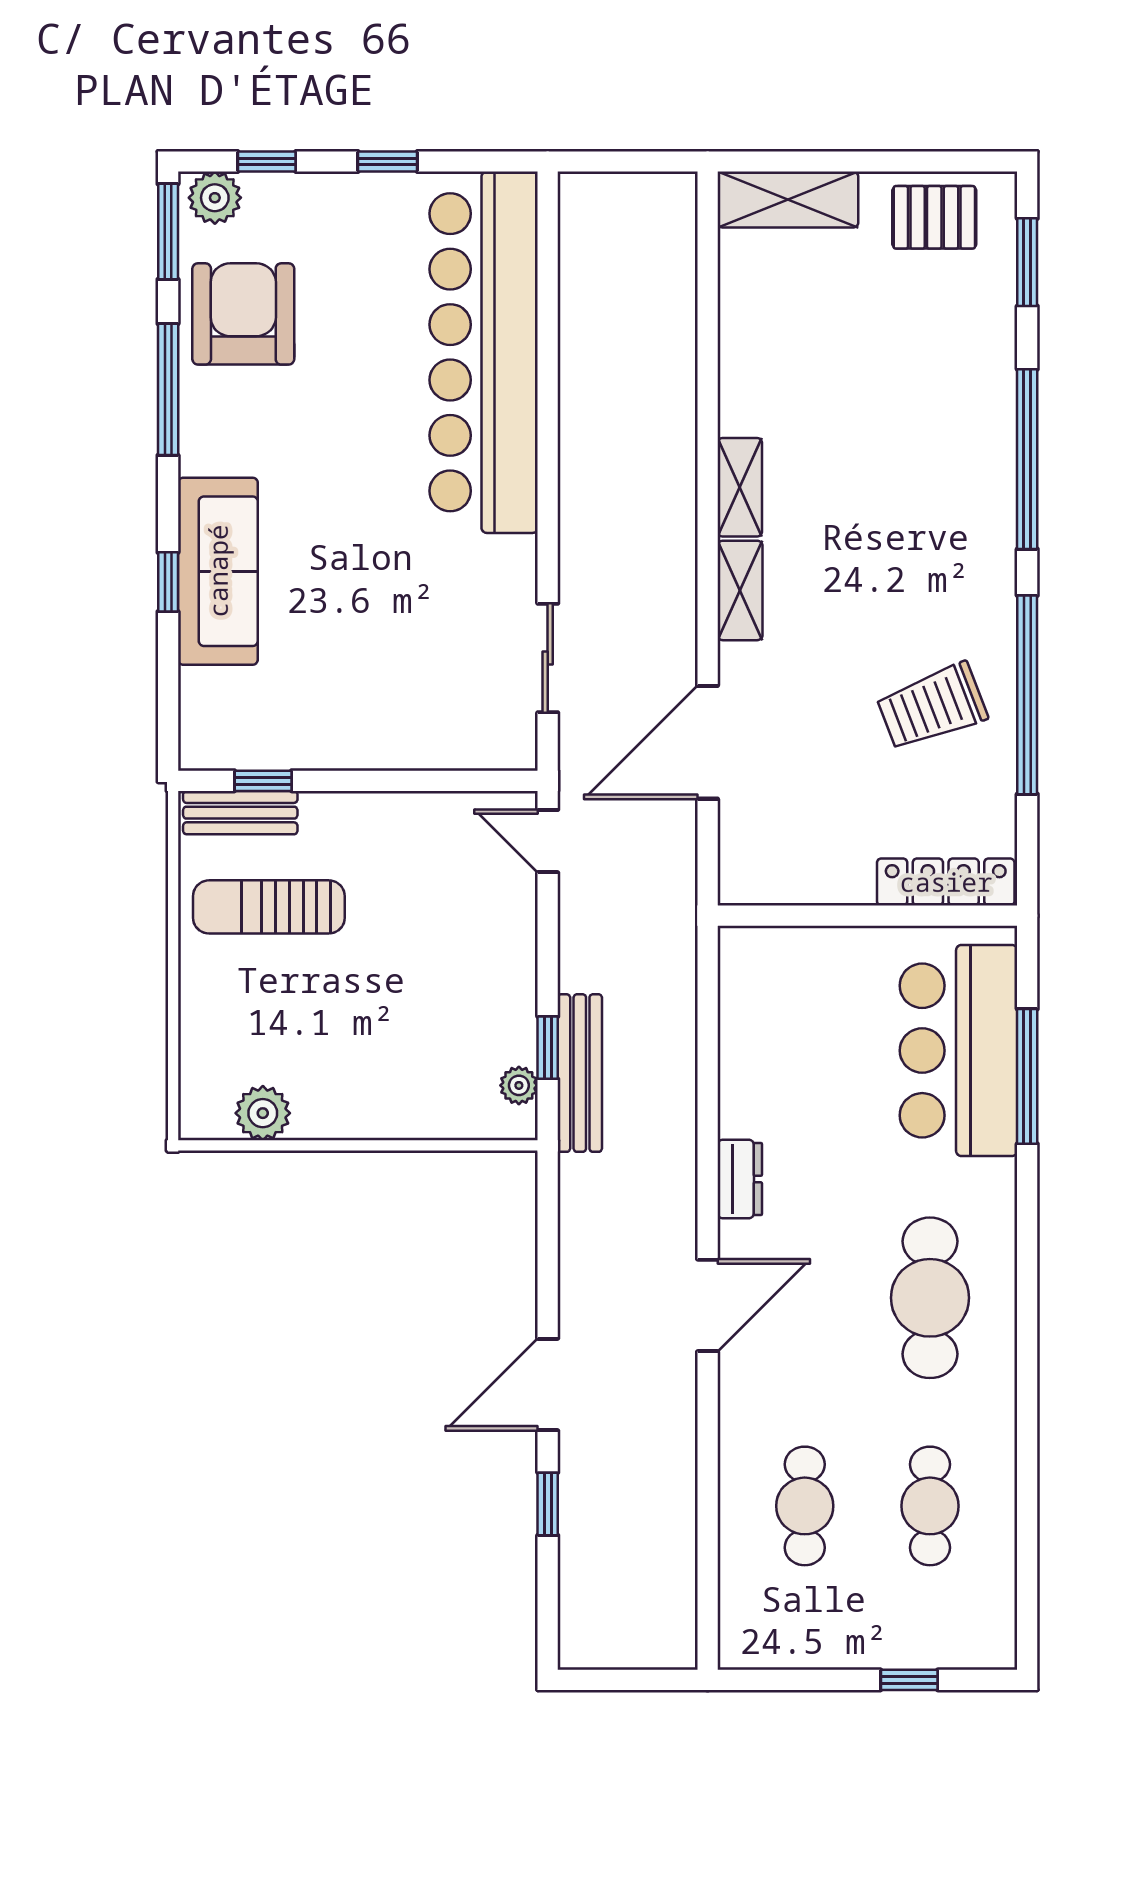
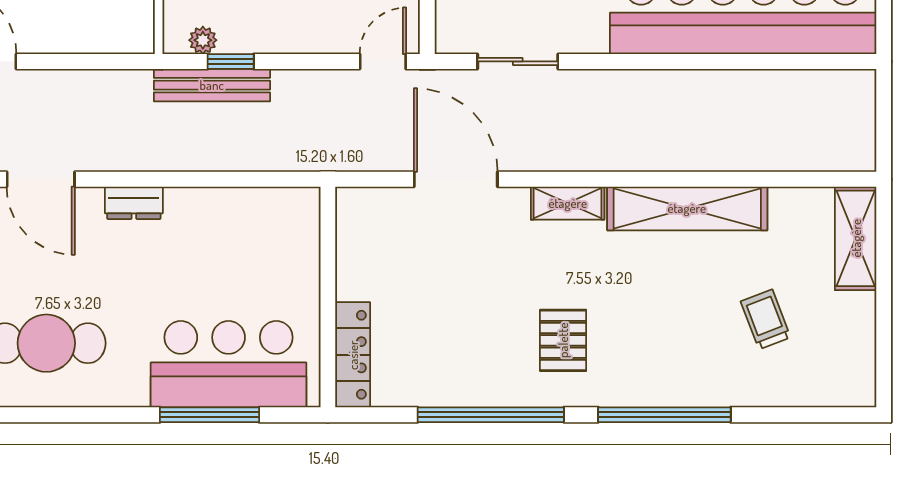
pallet: (934, 217) -> (563, 340), moved
window: (1027, 262) -> (809, 415), removed
shelving: (740, 487) -> (687, 208), width x2.20, depth x1.33
trolley: (932, 707) -> (766, 319), moved, width x0.73, depth x0.72

